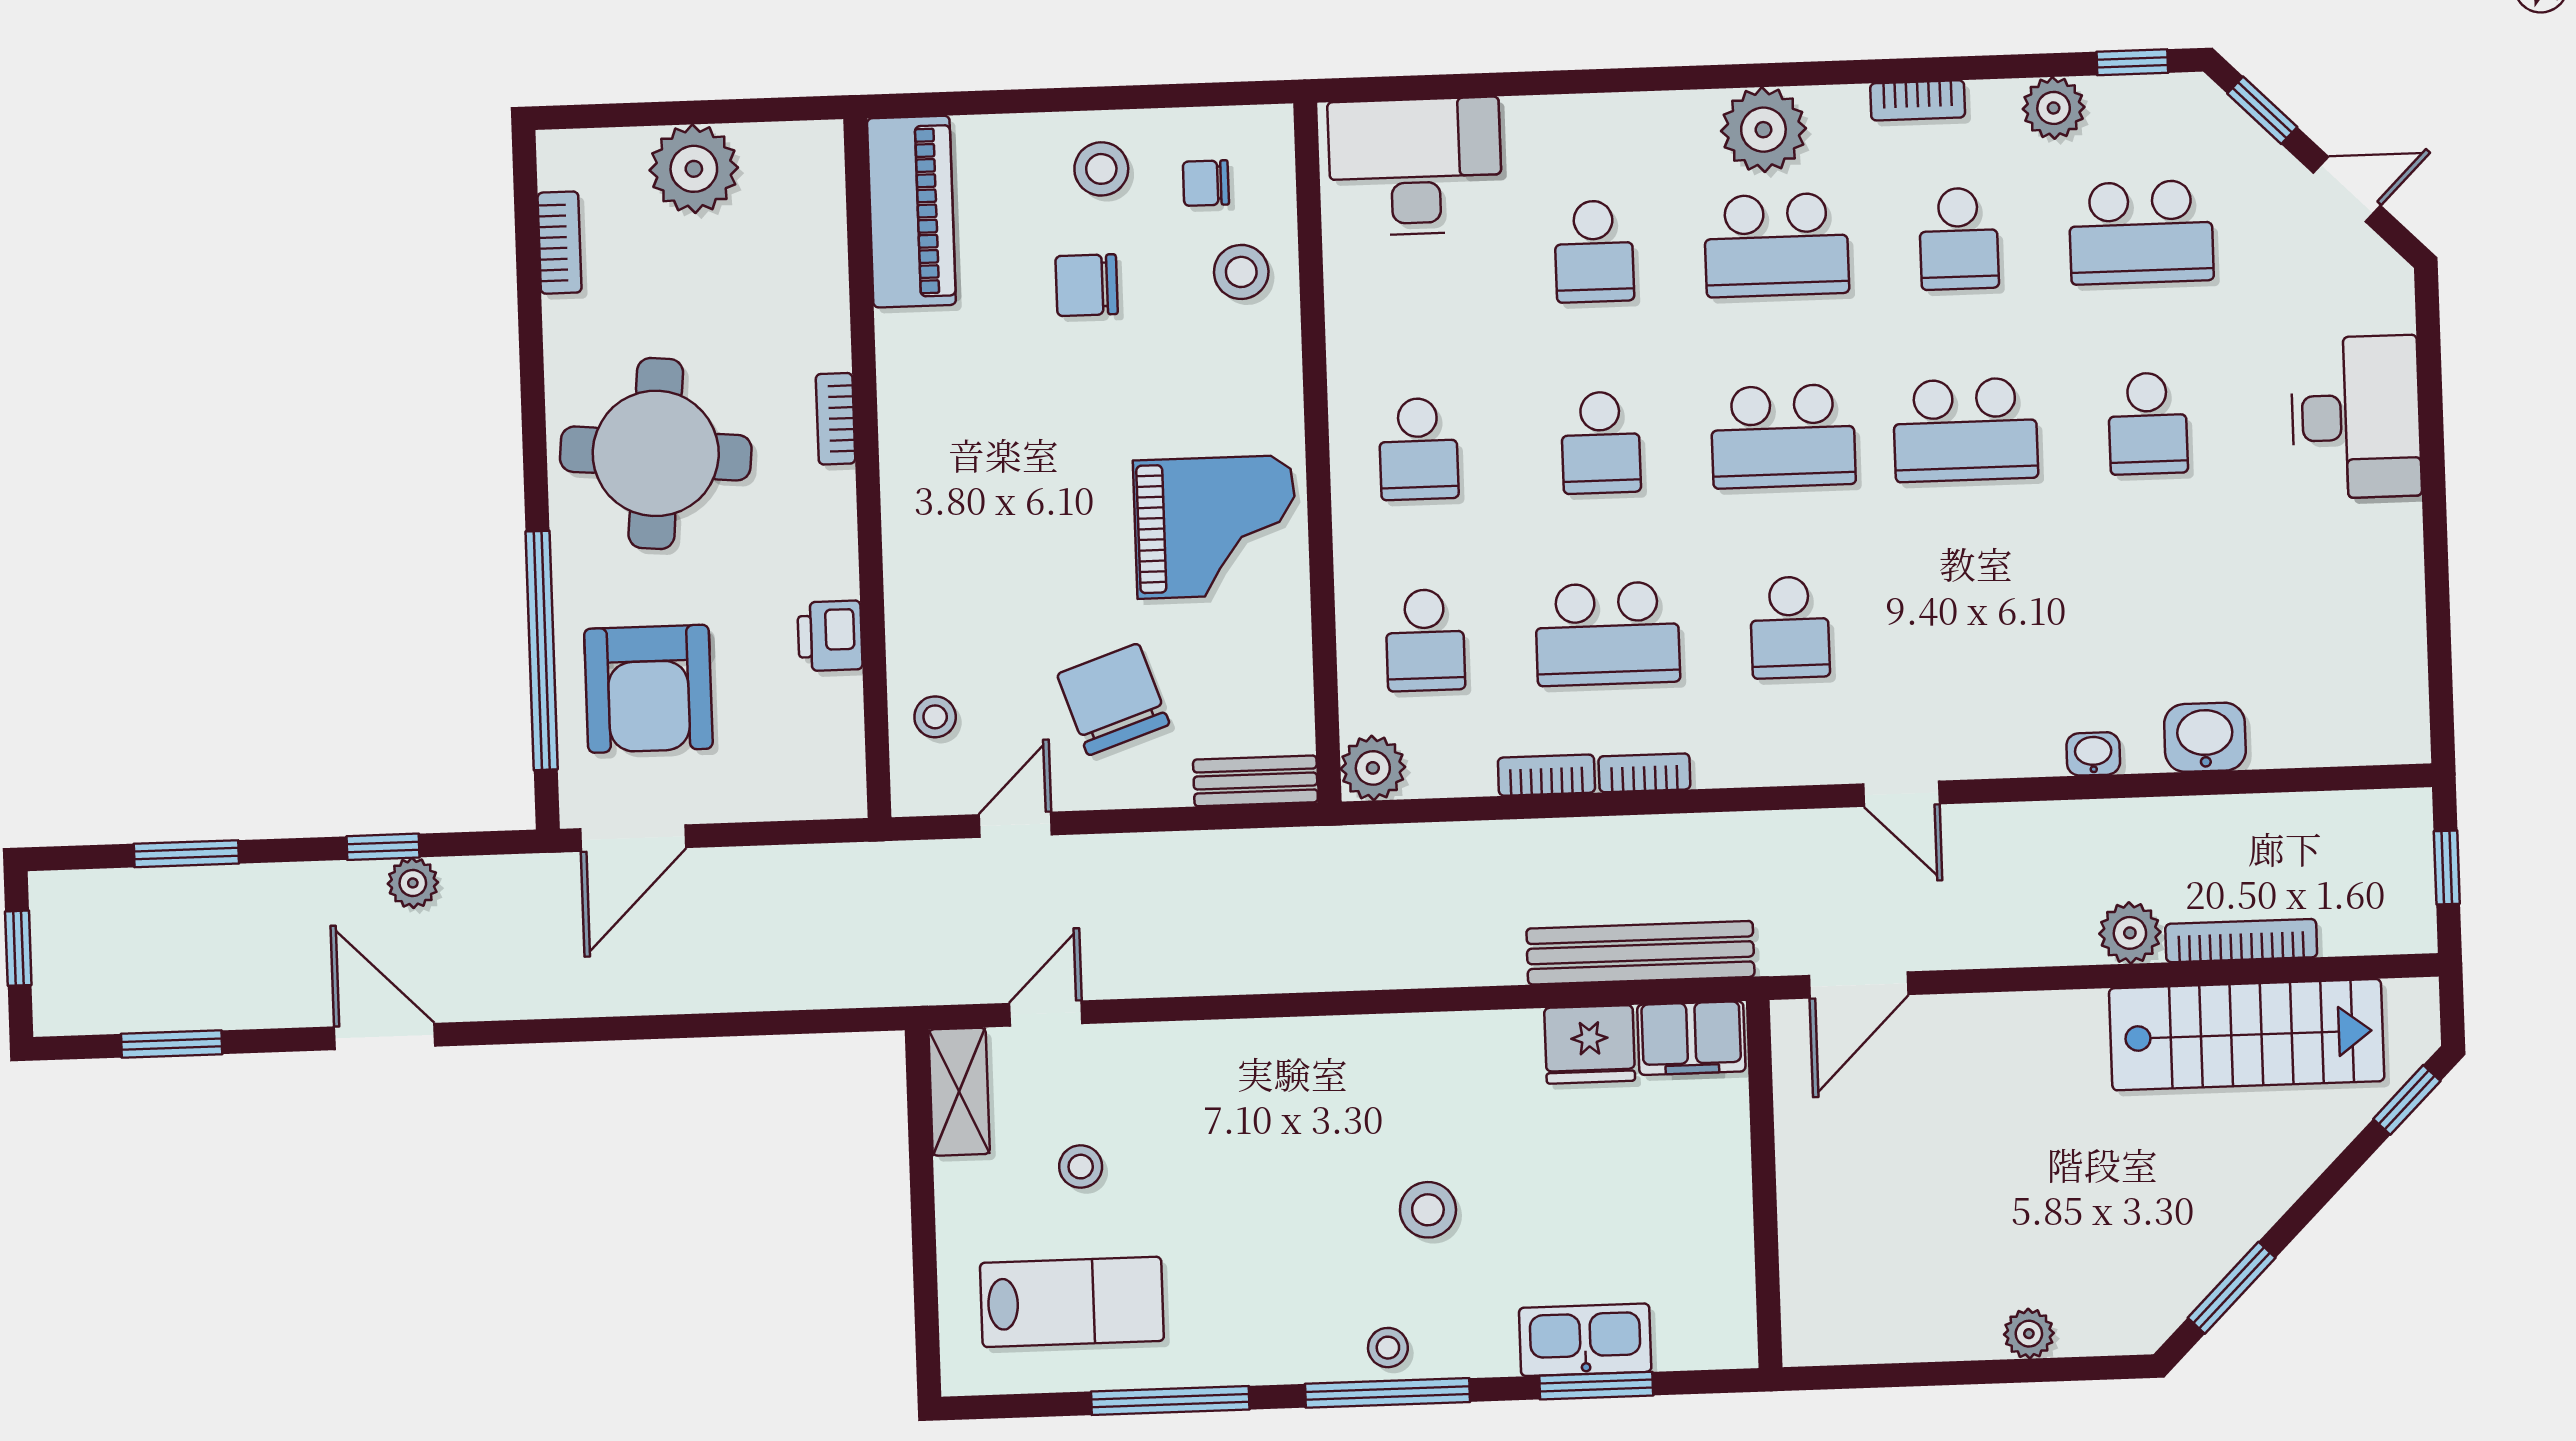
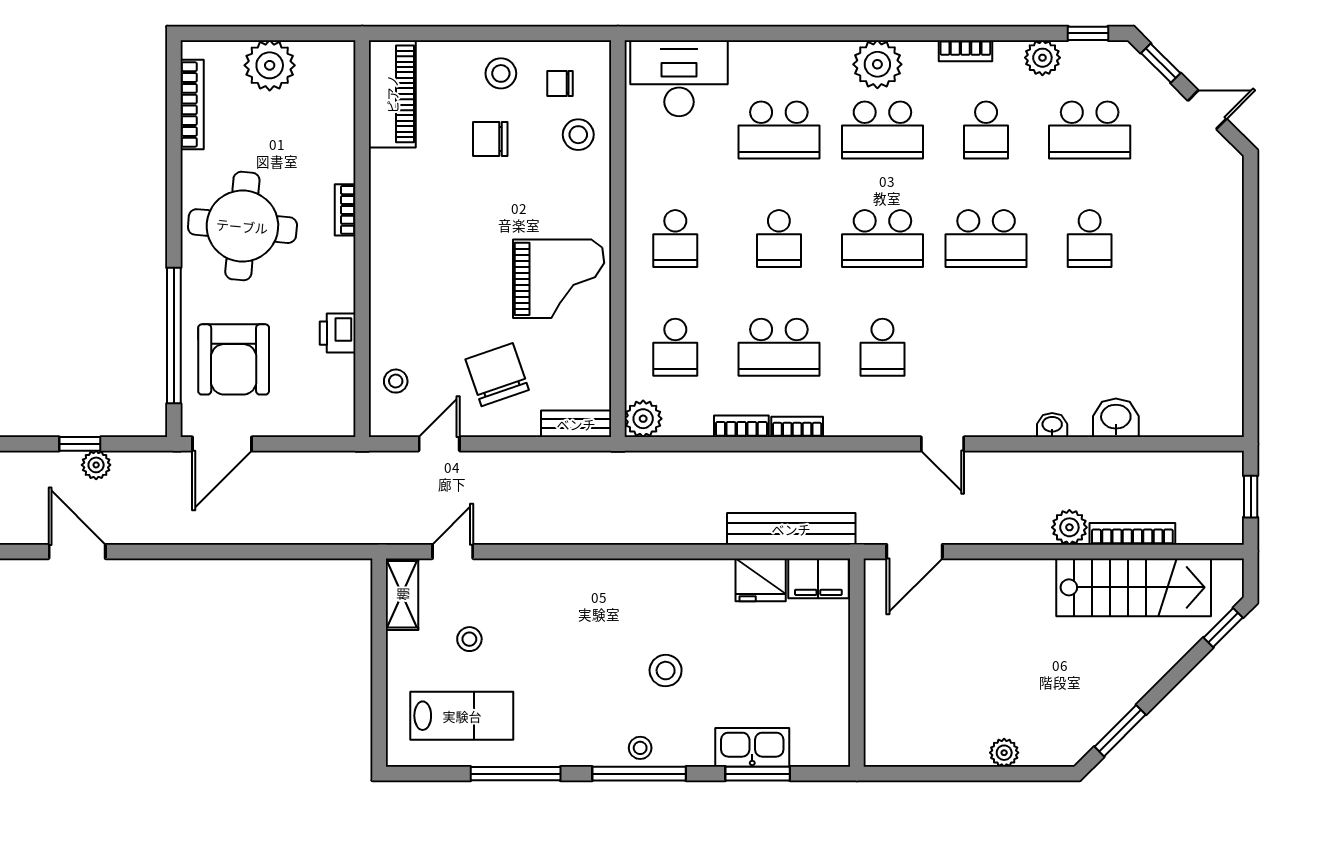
bookcase: (560, 243) -> (192, 104), width x1.56
school desk: (1594, 251) -> (779, 130), width x1.85
desk: (2356, 417) -> (1208, 239), removed

